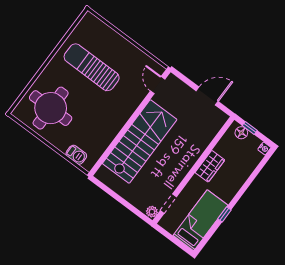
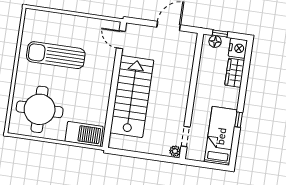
nightstand: (264, 149) -> (238, 48), width x1.89, depth x1.79
barbecue: (76, 155) -> (84, 134), width x1.88, depth x1.53
wardrobe: (210, 166) -> (235, 73), moved, turned 180

